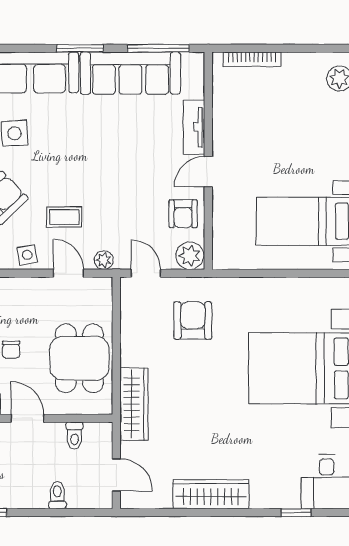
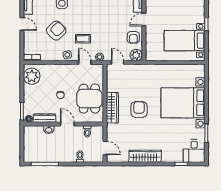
armchair: (193, 321) -> (139, 109), moved
wardrobe: (134, 404) -> (112, 108), moved

